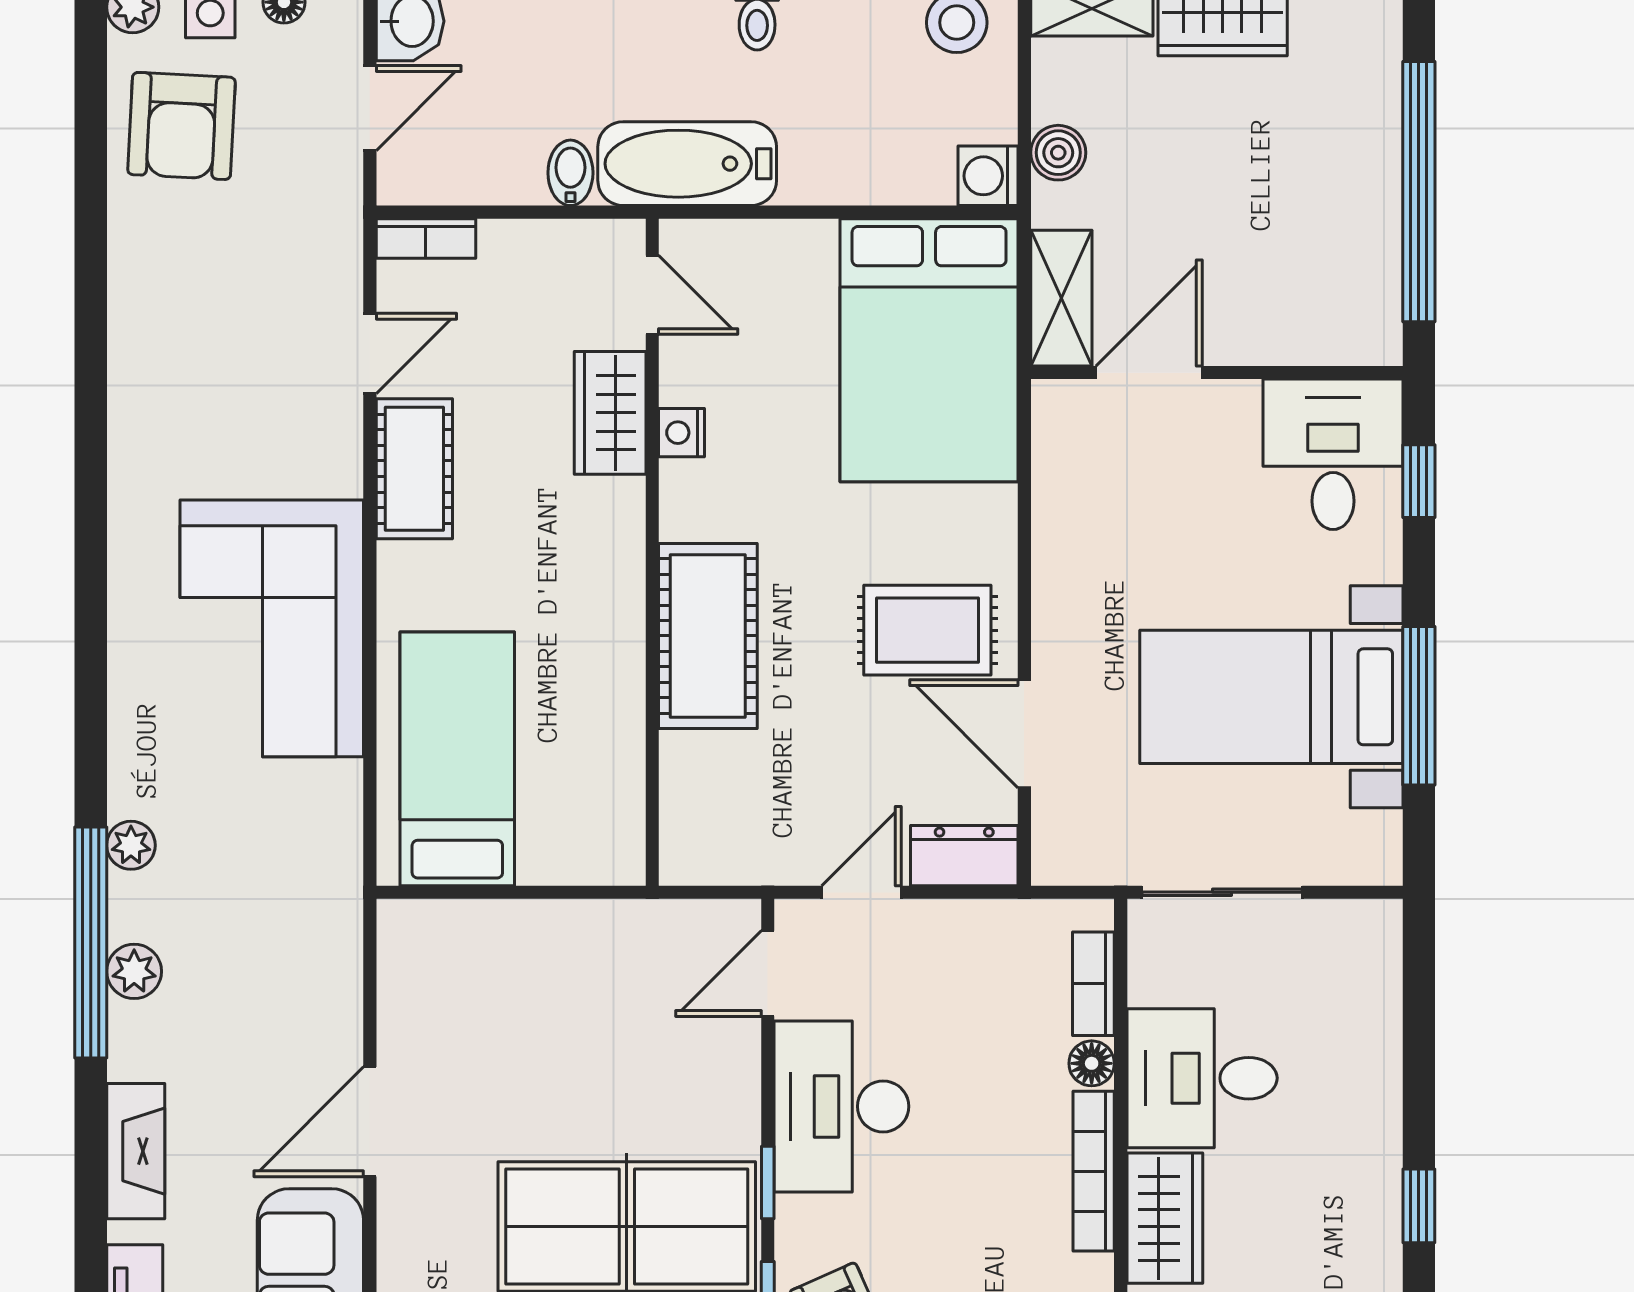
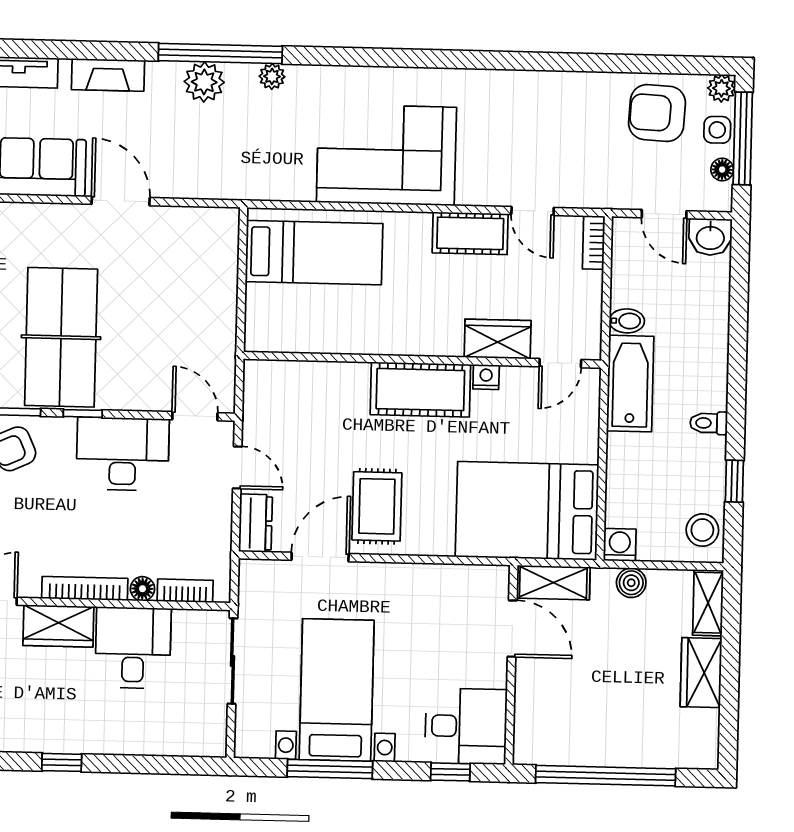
cot: (708, 636) -> (420, 390), moved
plant: (134, 971) -> (204, 82), width x1.38, depth x1.38

